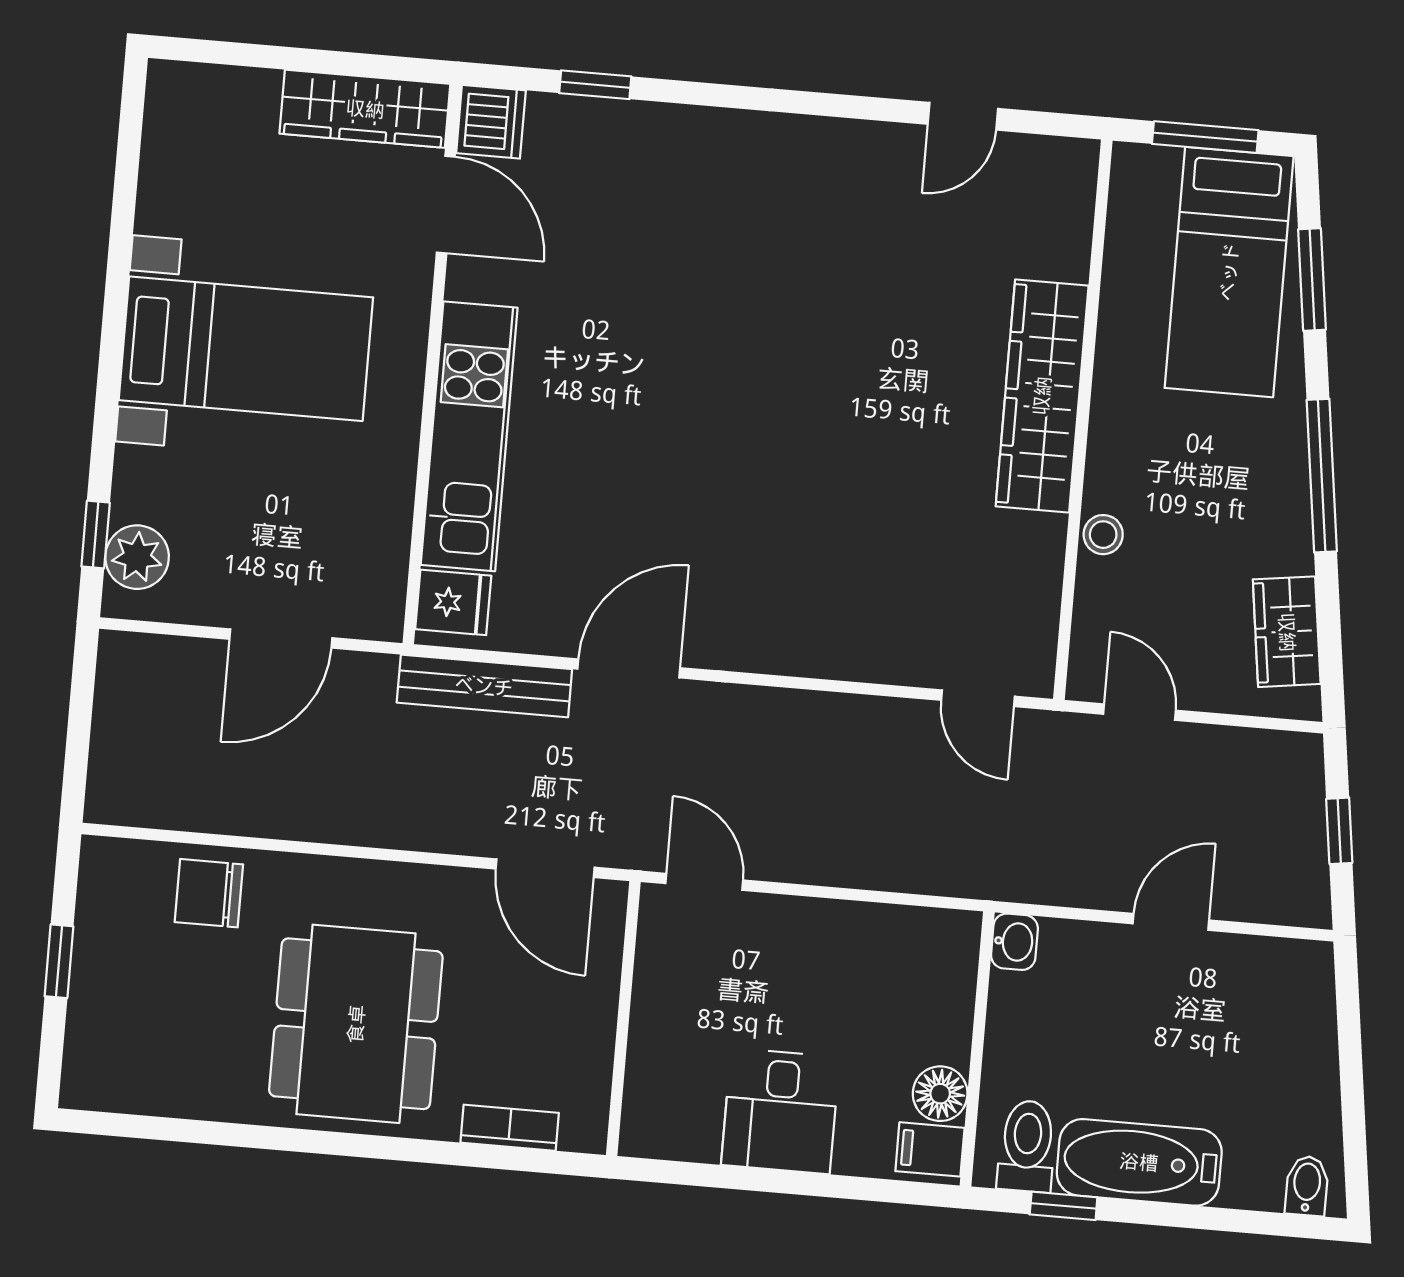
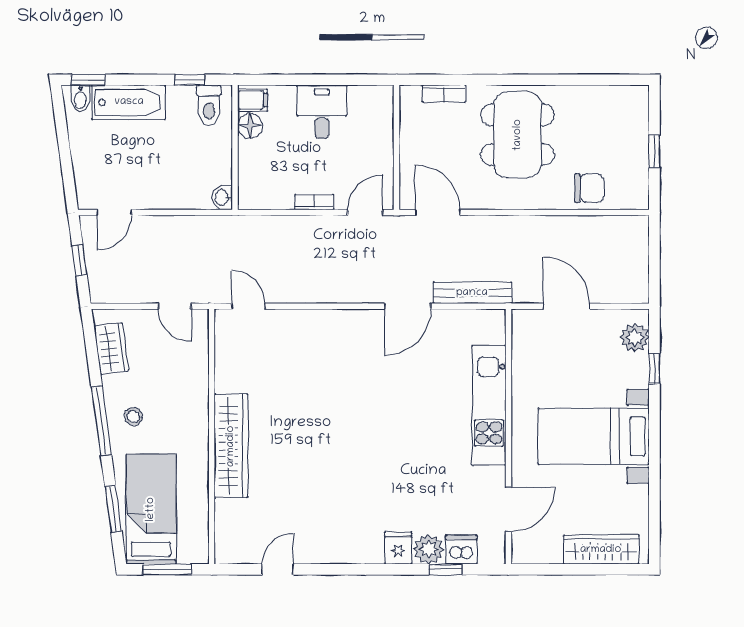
wardrobe: (365, 109) -> (601, 550), moved
dishwasher: (491, 122) -> (461, 550), moved, turned 90
plant: (628, 132) -> (429, 549), added
door: (446, 205) -> (509, 509), swing flipped
window: (96, 535) -> (654, 369), moved
stool: (1103, 535) -> (133, 417), moved
fridge: (453, 602) -> (398, 548), moved, turned 90
door: (281, 639) -> (567, 306), hinge flipped
door: (704, 882) -> (365, 213), swing flipped
bookcase: (814, 914) -> (314, 202), added
door: (1171, 922) -> (114, 213), moved
bathtub: (1139, 1162) -> (129, 102), moved
window: (1286, 1225) -> (88, 80), added

